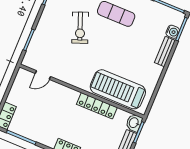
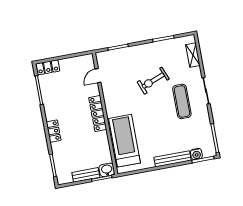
bench: (165, 52) -> (172, 159), width x1.36
door: (43, 75) -> (98, 76), hinge flipped
locker: (97, 106) -> (98, 113), moved

